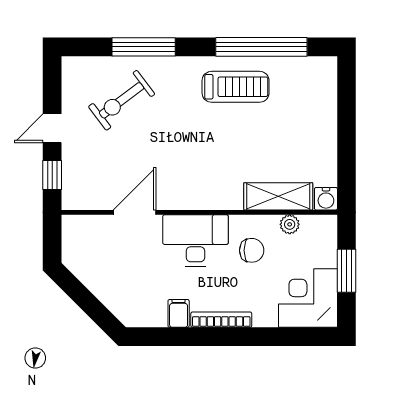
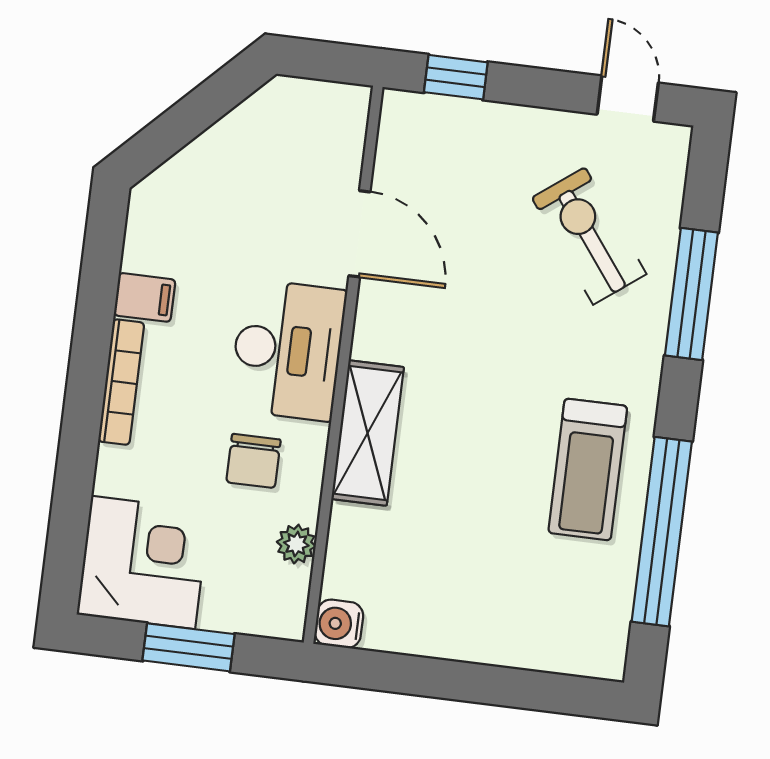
door: (52, 128) -> (628, 99), moved
shelving: (278, 196) -> (368, 433), moved

